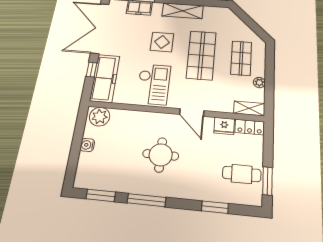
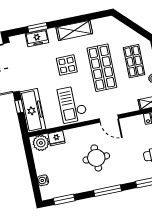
checkout: (153, 84) -> (72, 104), turned 180
fridge: (224, 126) -> (57, 138), moved
water cooler: (87, 145) -> (43, 180), moved
window: (147, 200) -> (108, 191), moved

